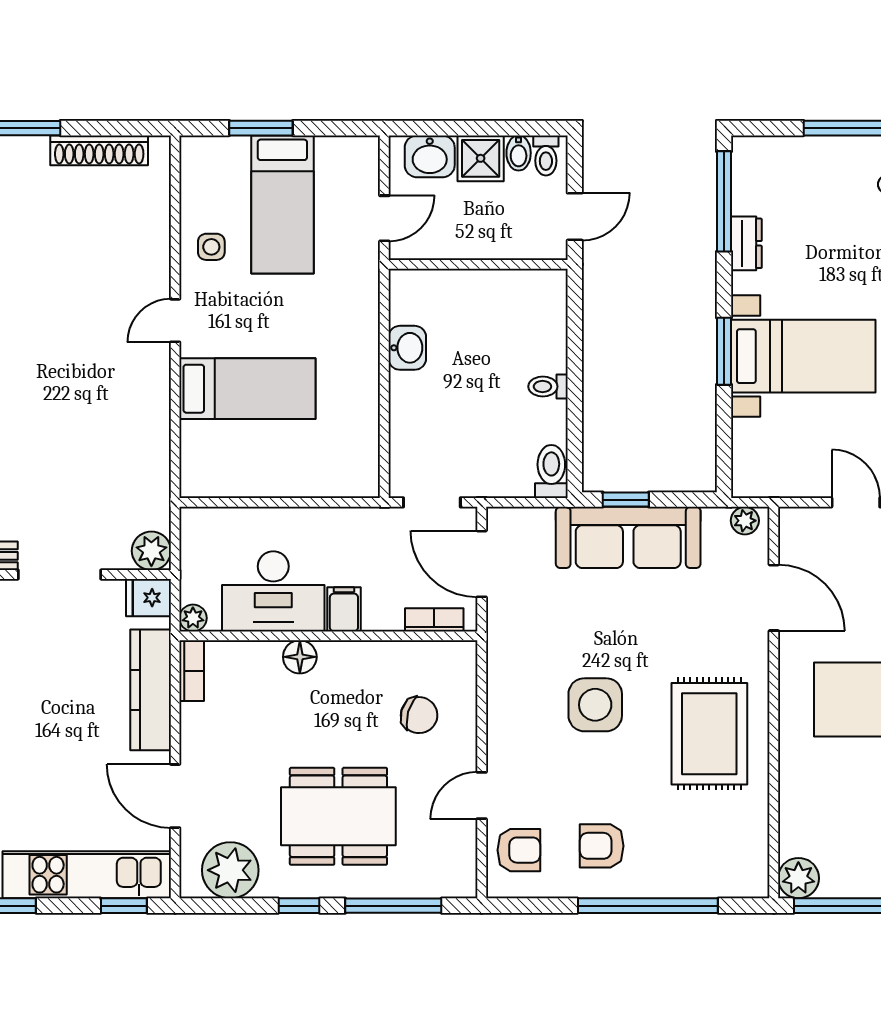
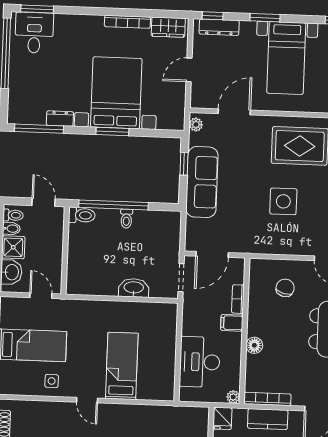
washbasin: (407, 348) -> (134, 288), moved, width x1.38
bed with nightstands: (803, 356) -> (116, 93), width x1.36
window: (575, 359) -> (113, 205), added
toilet: (551, 471) -> (82, 215), moved, turned 180
window: (626, 500) -> (184, 164), moved
plant: (151, 551) -> (199, 416), removed
desk: (273, 591) -> (200, 362), moved, turned 180
bookcase: (434, 620) -> (238, 299), moved
bookcase: (192, 671) -> (267, 399), width x1.56
kitchen counter: (151, 690) -> (268, 419), width x0.67

